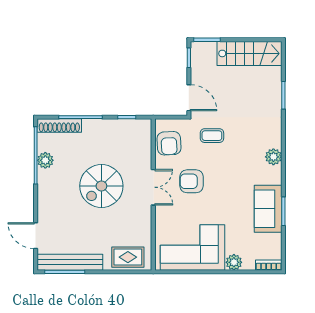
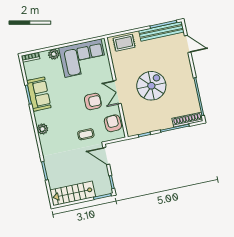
plant: (45, 160) -> (192, 95), removed

